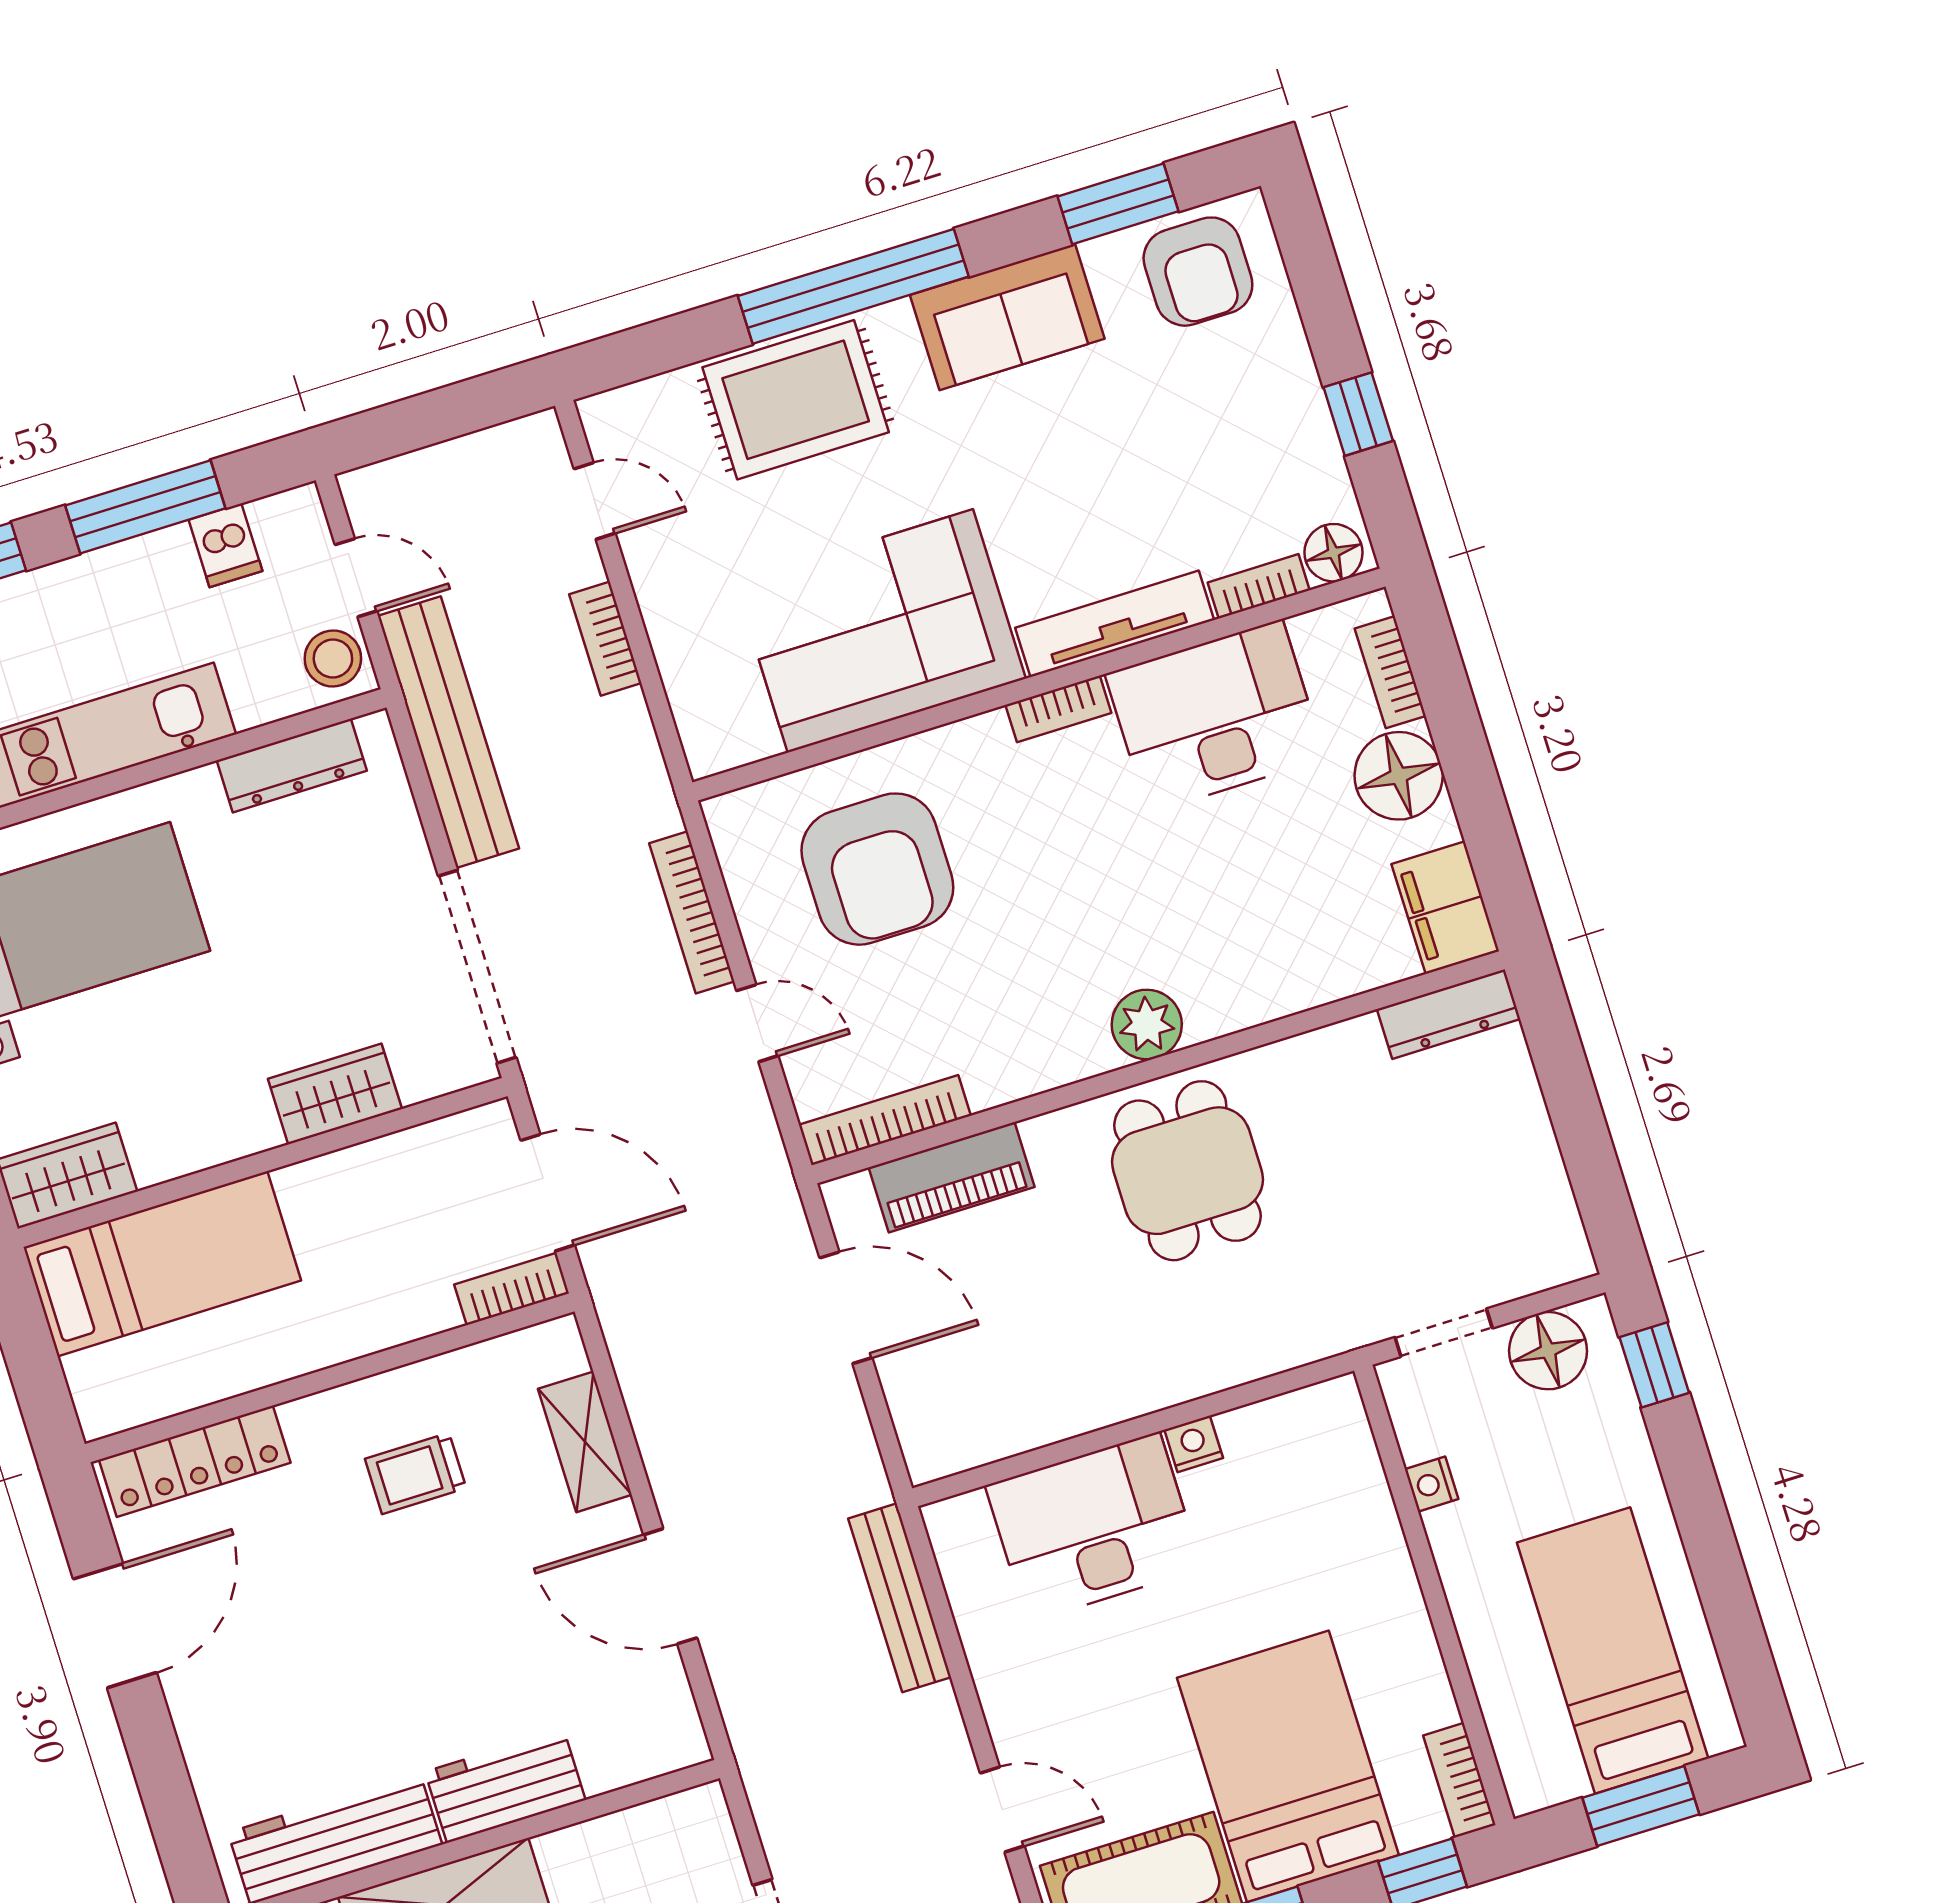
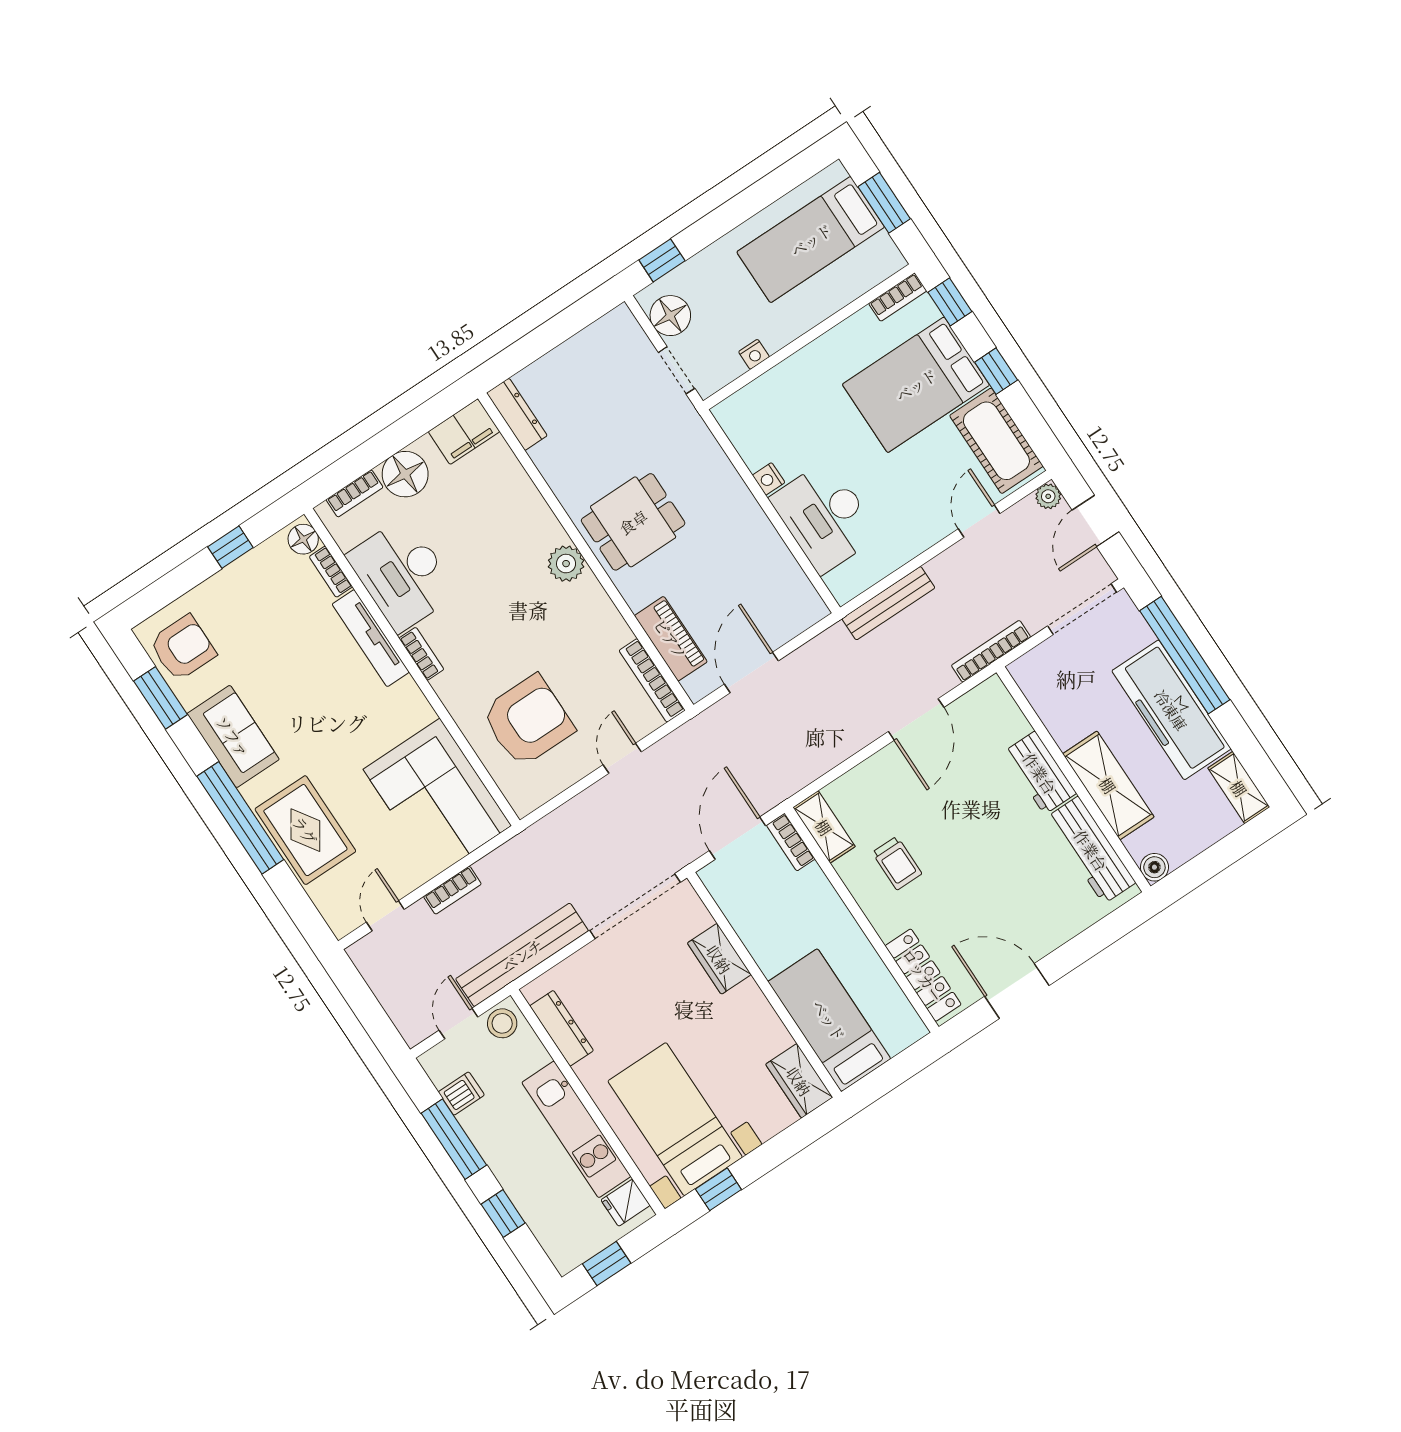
corner sofa: (880, 631) -> (437, 797), moved
bookcase: (692, 912) -> (991, 651), moved, turned 180
shelving: (585, 1442) -> (824, 827), moved, turned 90

